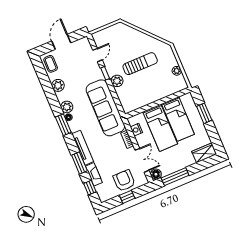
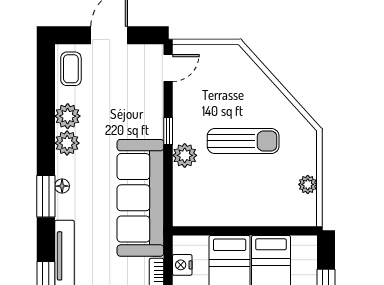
door: (97, 55) -> (168, 68), moved
plant: (67, 107) -> (67, 143), moved

